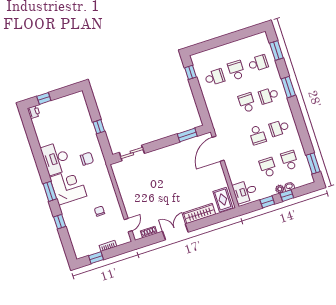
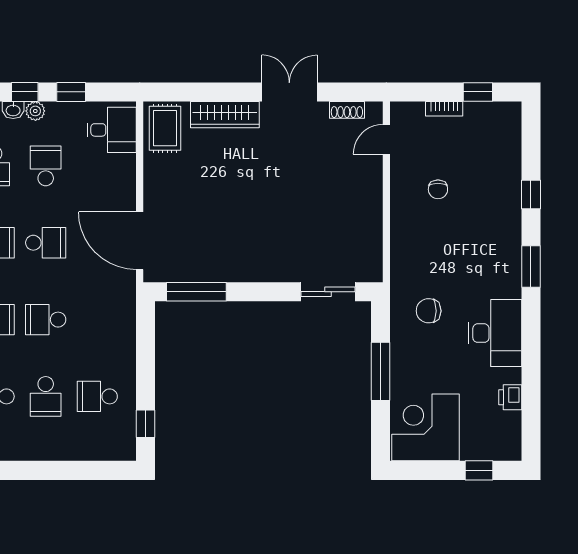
school desk: (247, 103) -> (46, 320), turned 90
printer: (34, 112) -> (510, 397), moved
window: (99, 127) -> (381, 371), width x2.17
window: (187, 135) -> (196, 292), width x1.44
school desk: (257, 135) -> (46, 243), turned 90
door: (218, 149) -> (140, 241), swing flipped
school desk: (268, 167) -> (46, 166), turned 180
corner desk: (68, 187) -> (425, 427), moved, turned 90
double door: (175, 232) -> (289, 92), swing flipped

